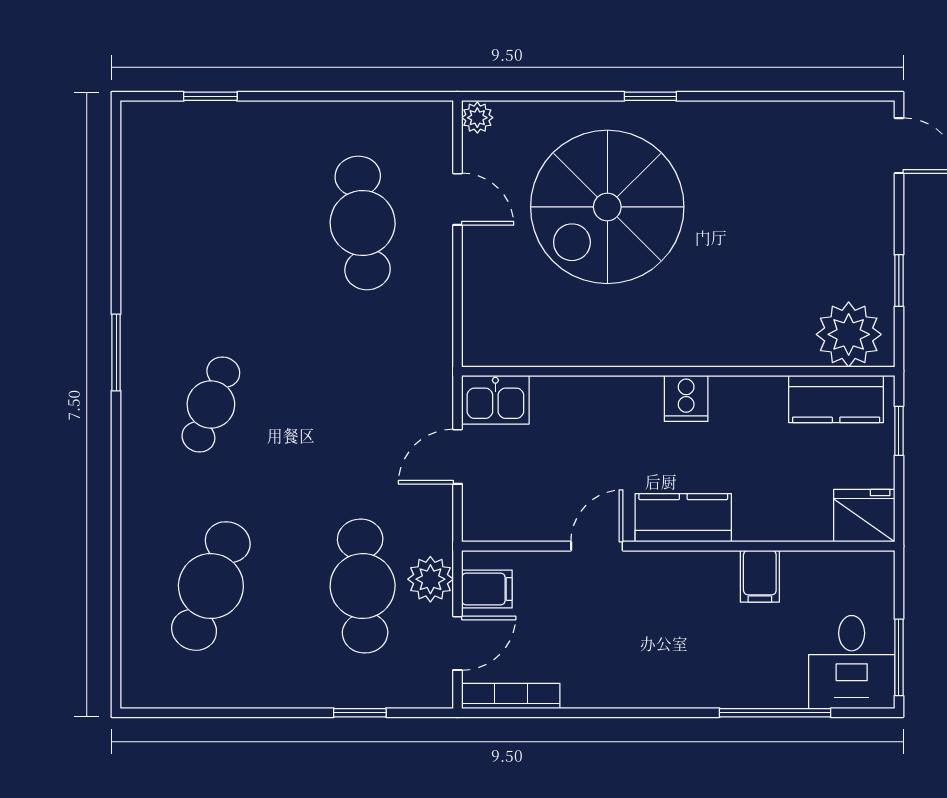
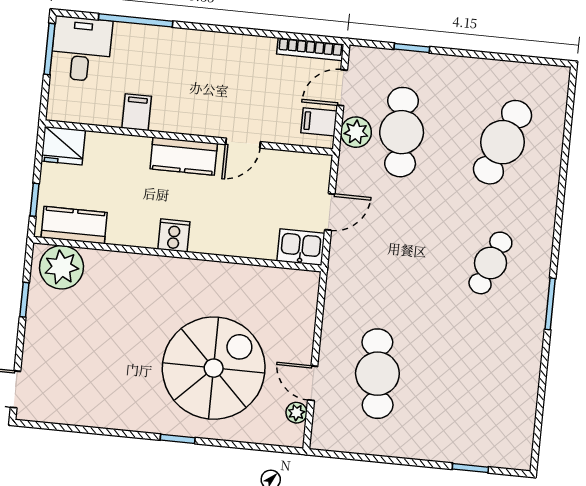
plant: (477, 118) -> (297, 413), moved

